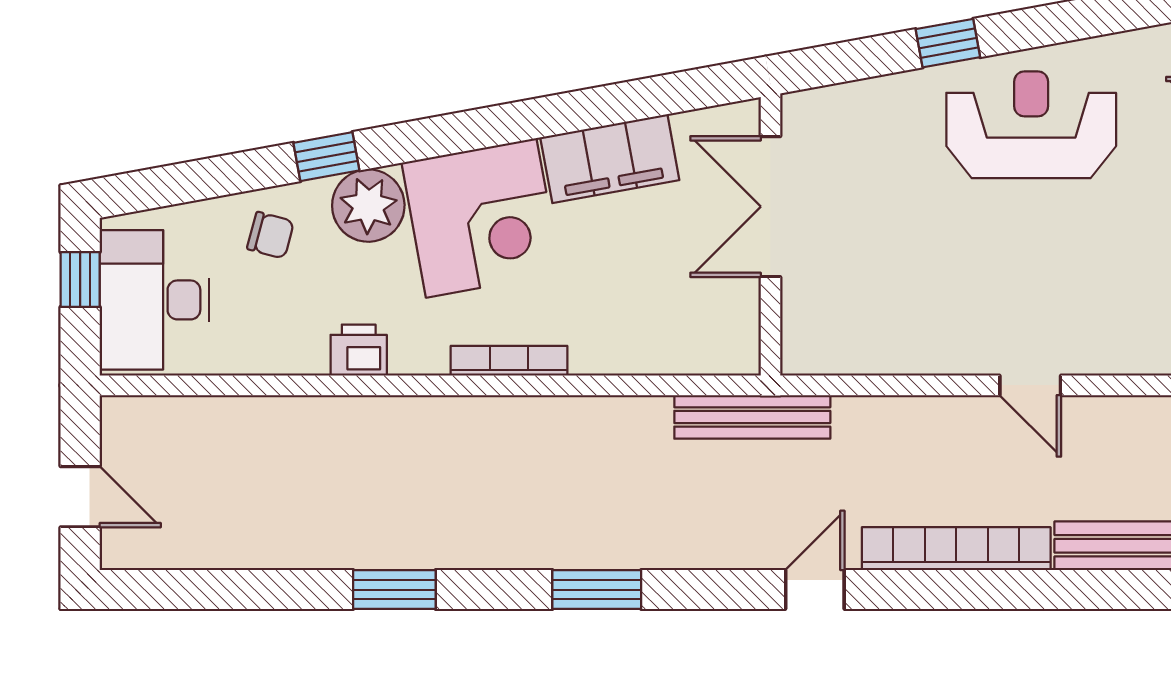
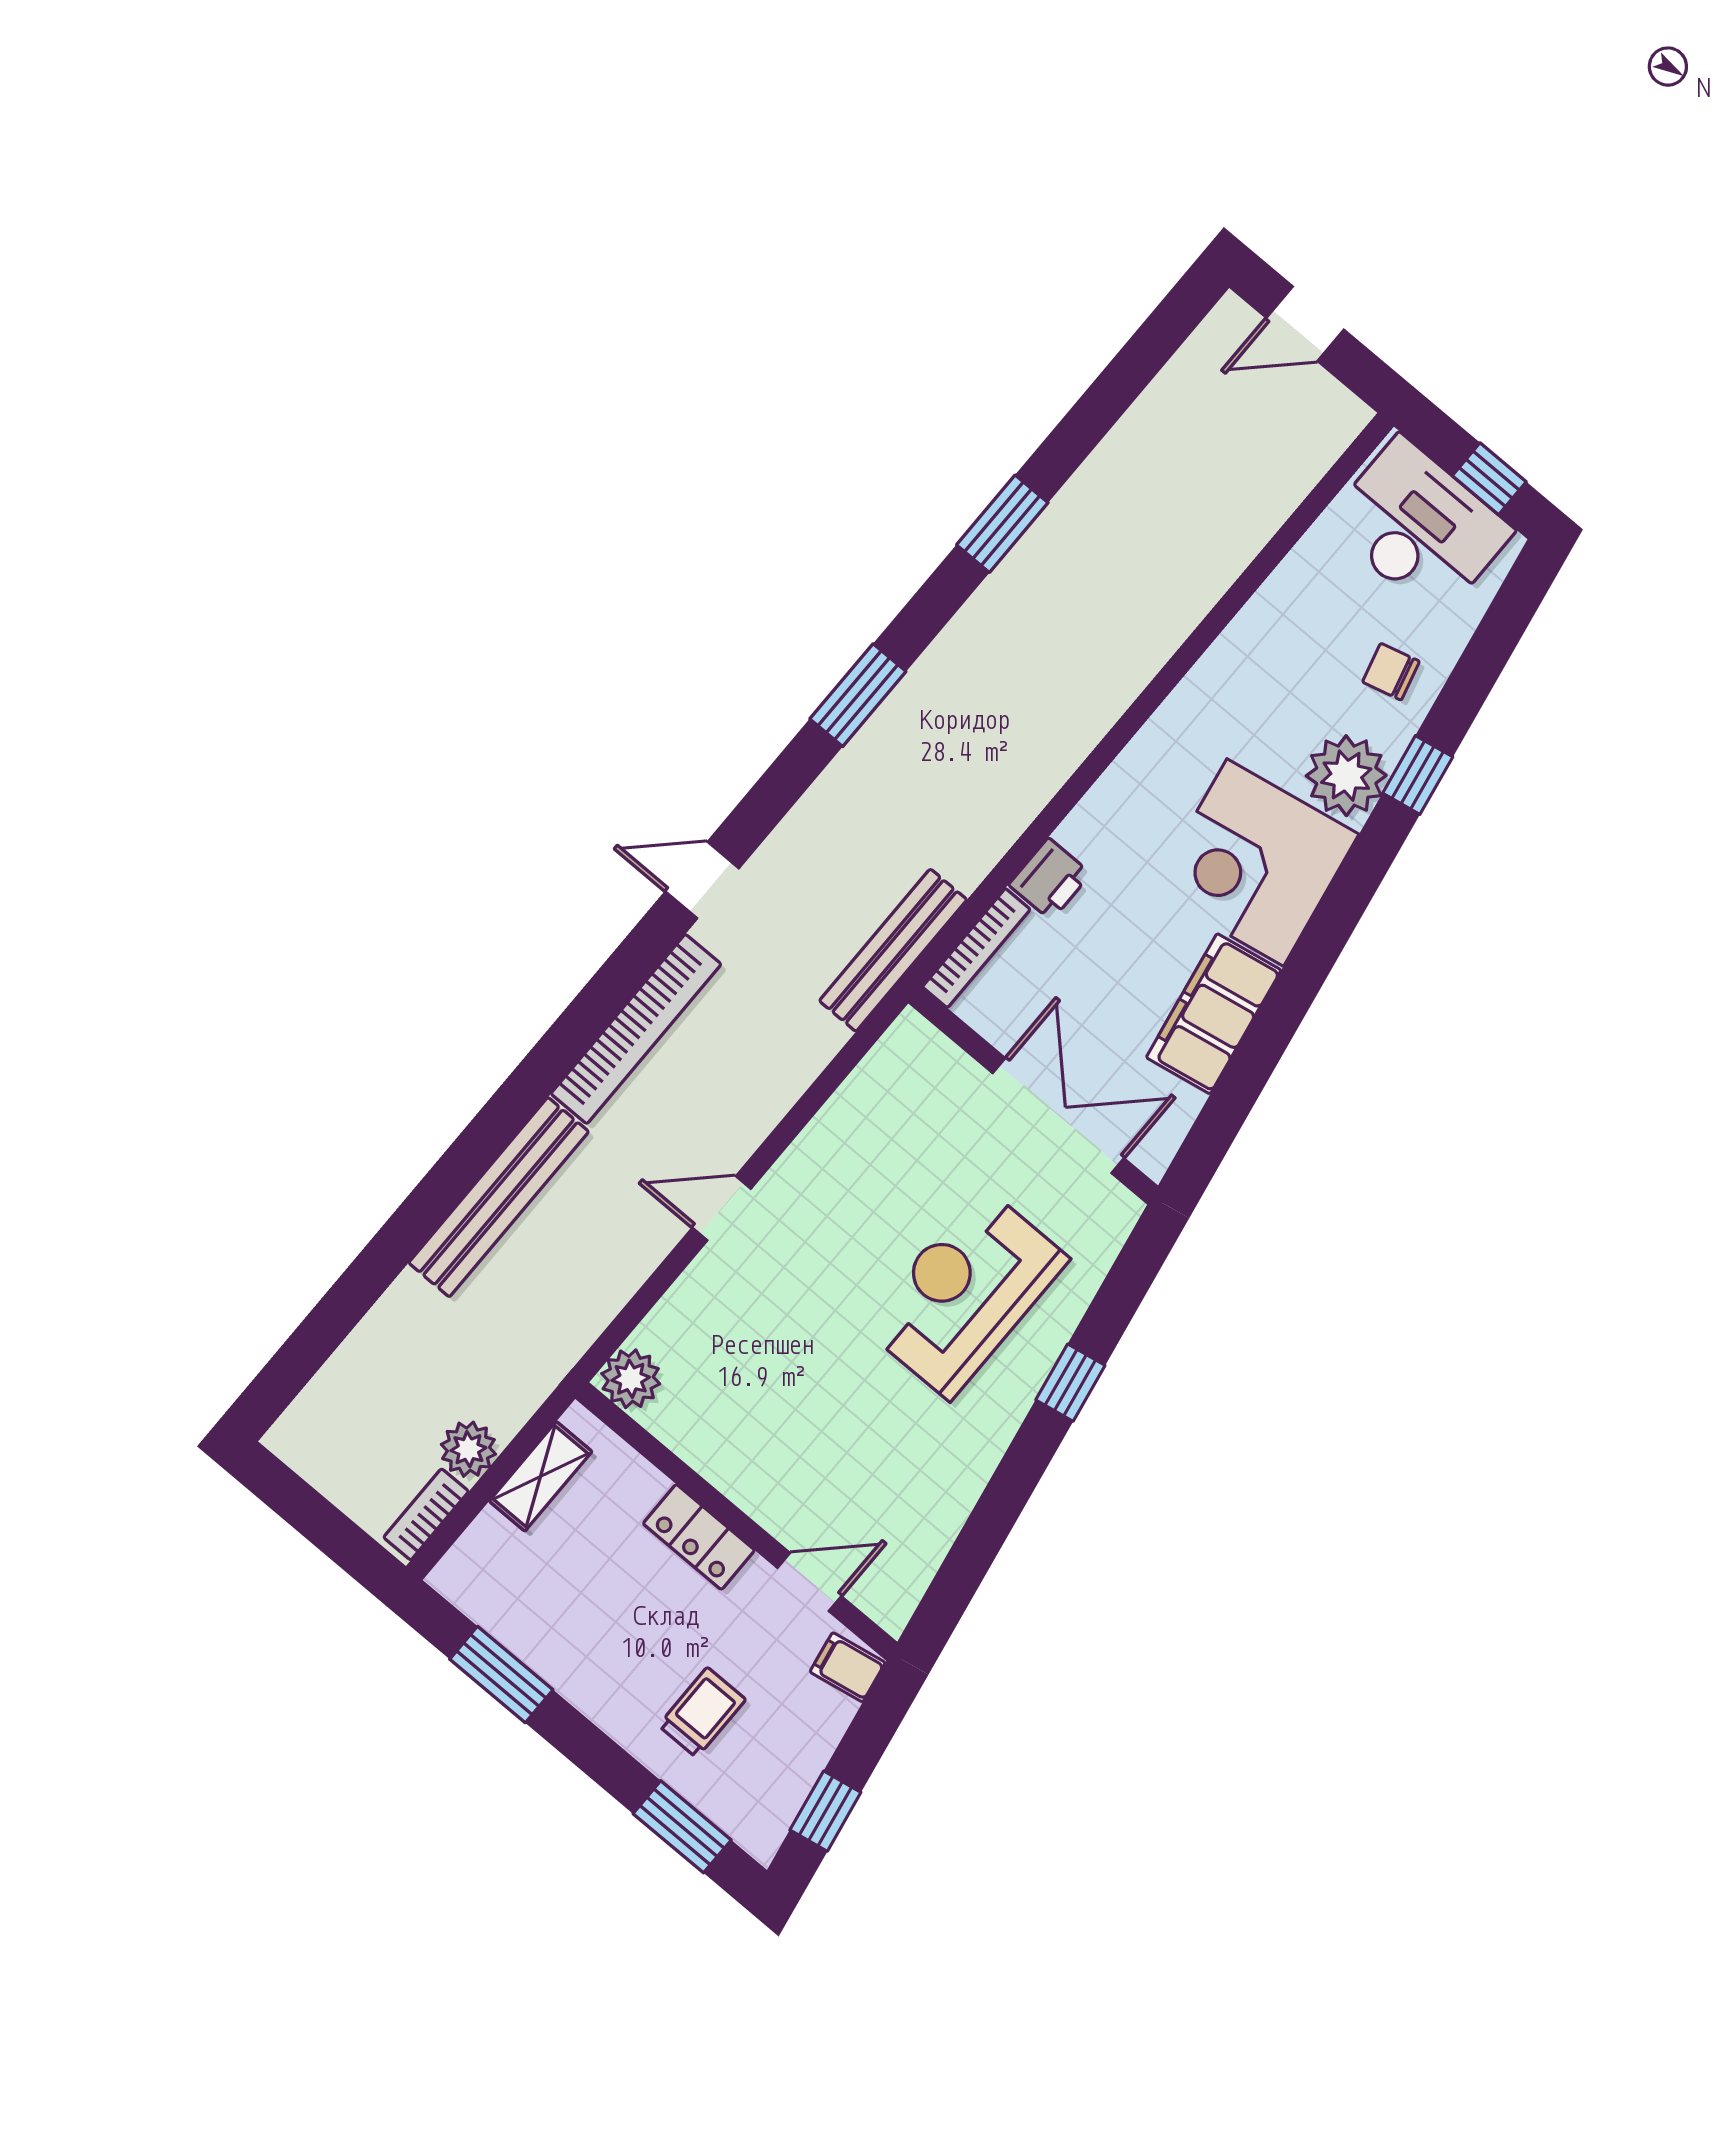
reception desk: (1031, 125) -> (965, 1293), moved, turned 180
chair: (271, 235) -> (1391, 672), turned 60
printer: (359, 350) -> (1050, 879), moved
bookcase: (509, 361) -> (976, 948), moved
door: (815, 590) -> (702, 880), swing flipped

